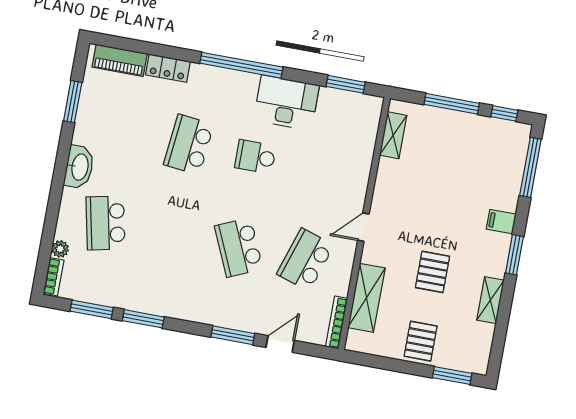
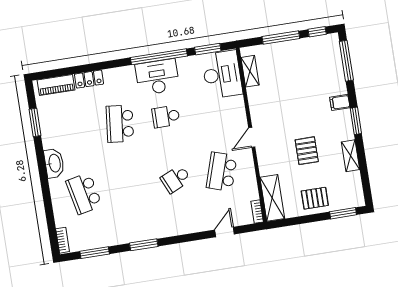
window: (241, 65) -> (159, 57), moved
desk: (286, 103) -> (157, 77), moved
desk: (353, 126) -> (222, 74), added
school desk: (239, 247) -> (176, 179), width x0.54
plant: (60, 249) -> (60, 221), removed
shelving: (366, 298) -> (272, 198), moved
window: (143, 319) -> (144, 245), moved
bookcase: (337, 322) -> (257, 212), width x0.64
window: (233, 335) -> (192, 237), removed
pallet: (421, 341) -> (315, 198), turned 90

